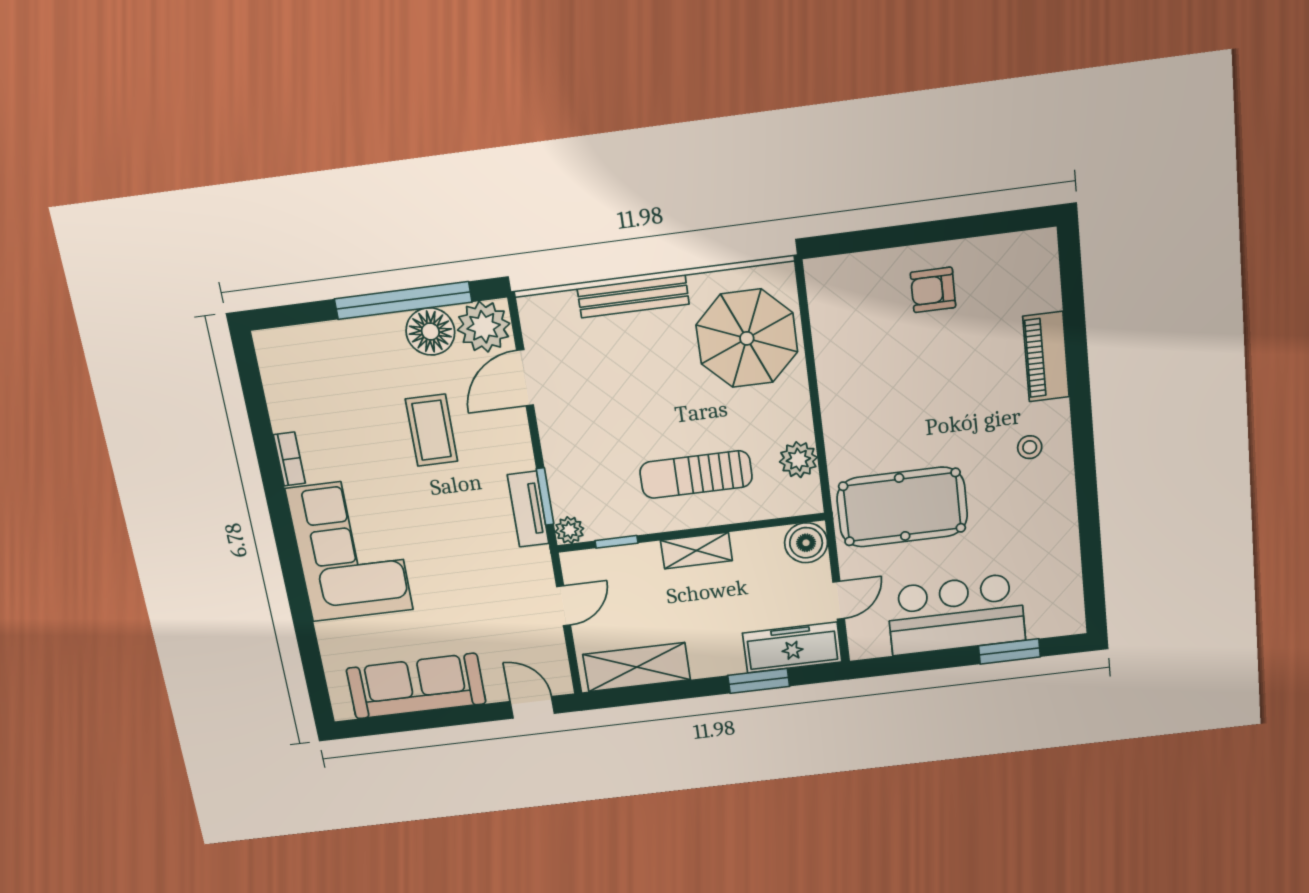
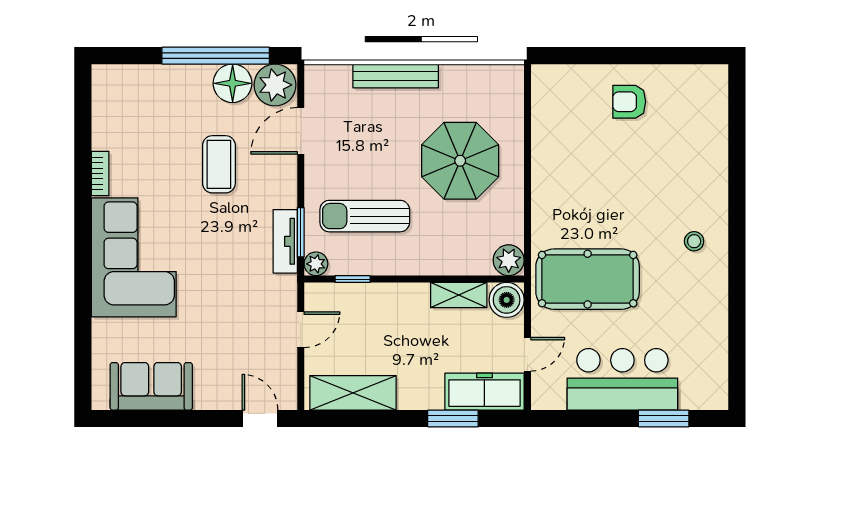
parasol: (747, 338) -> (460, 161), moved
piano: (1046, 357) -> (713, 167), removed
plant: (798, 460) -> (509, 260), moved
sun lounger: (696, 474) -> (365, 216), moved
shelving: (696, 550) -> (459, 295), moved
sofa: (416, 686) -> (151, 386), width x0.73

